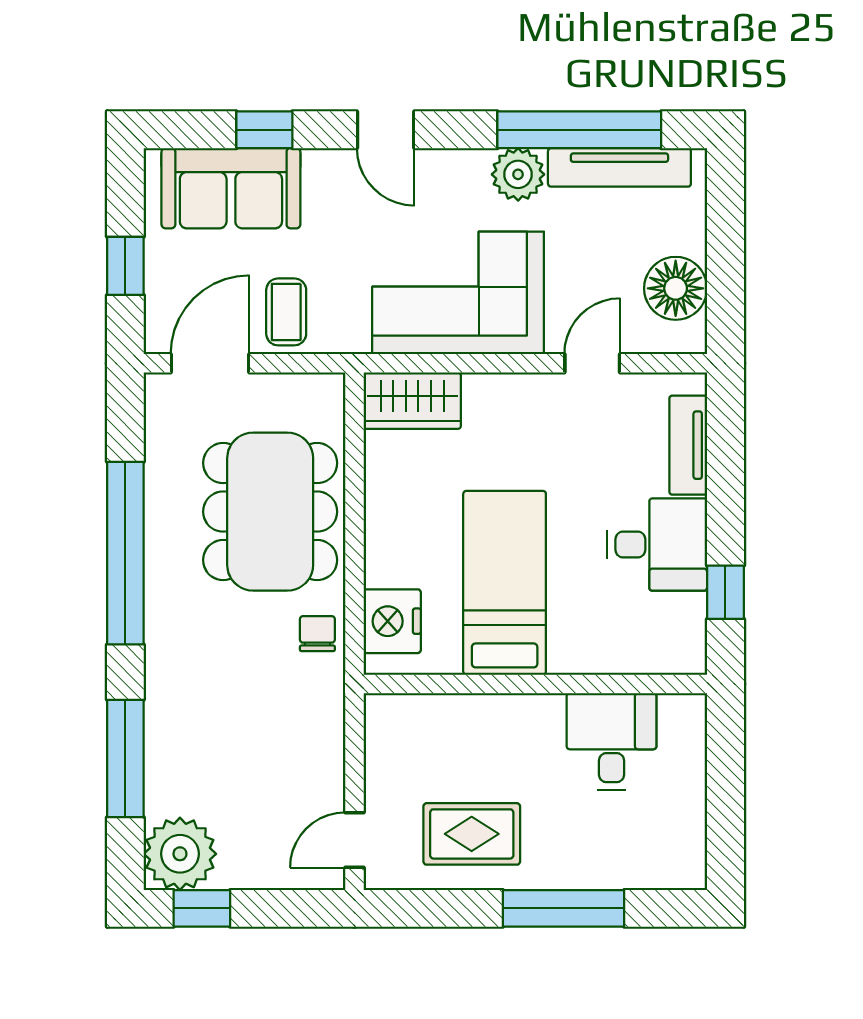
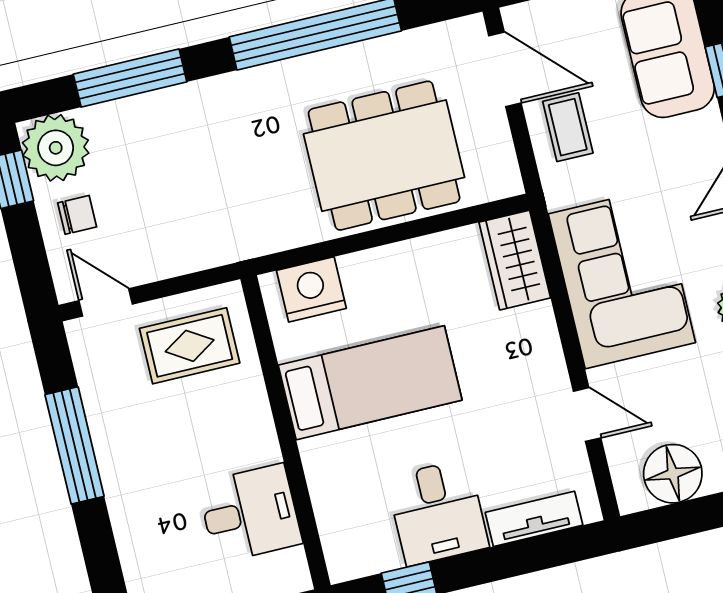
coffee table: (286, 312) -> (568, 127), turned 90
chair: (317, 634) -> (77, 215), moved
rug: (472, 834) -> (190, 346), moved, turned 90
window: (563, 908) -> (75, 445), moved

